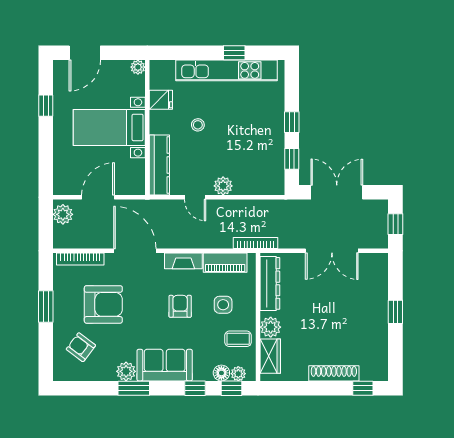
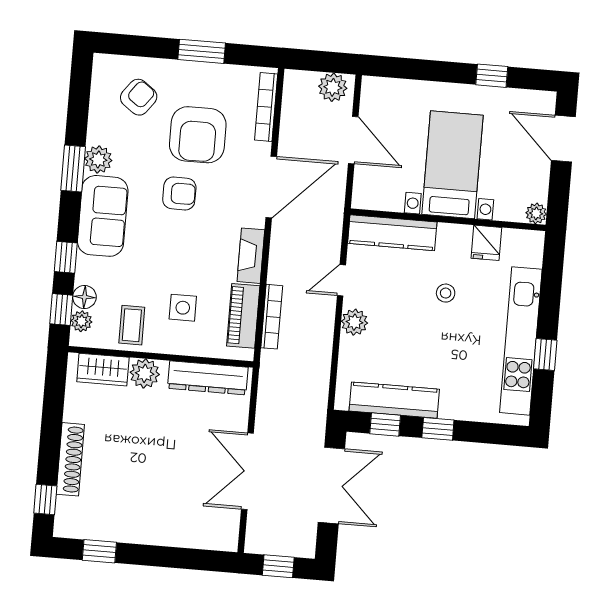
kitchen counter: (274, 154) -> (394, 400), added
bookcase: (256, 243) -> (272, 317), moved
armchair: (180, 306) -> (179, 193), moved
window: (395, 312) -> (99, 551), moved

